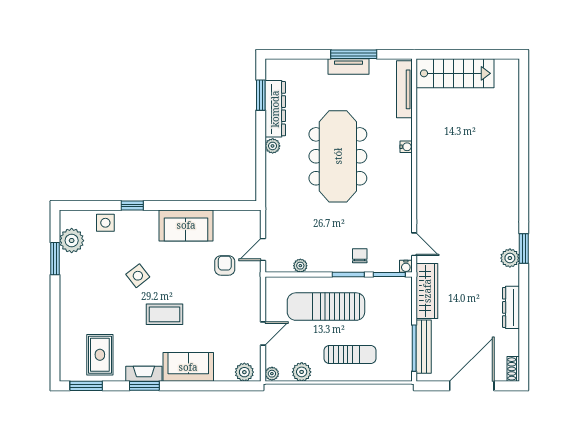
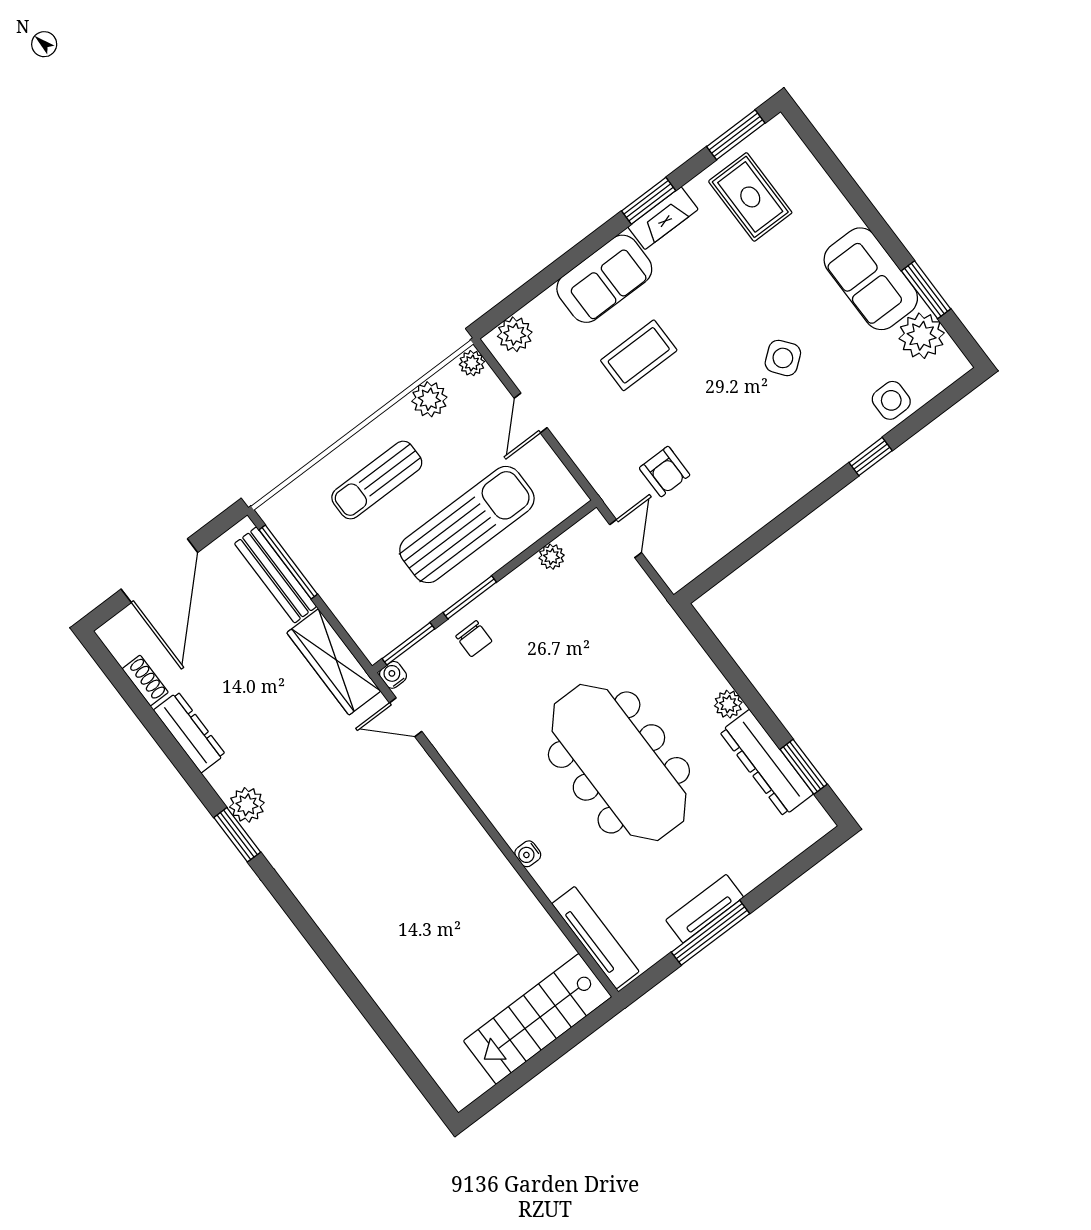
sofa: (186, 225) -> (871, 279), moved, turned -90
coffee table: (164, 314) -> (639, 355), moved
shoe rack: (513, 369) -> (145, 681), moved

